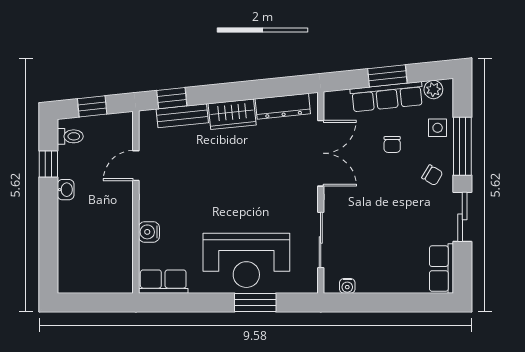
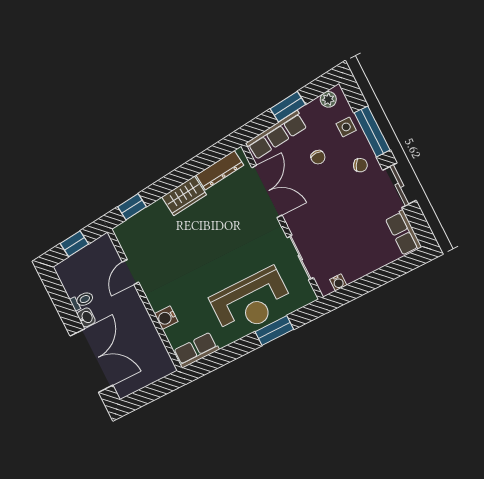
row of seats: (387, 97) -> (277, 135), moved
bench: (182, 116) -> (147, 216), removed
toilet: (70, 136) -> (82, 300), moved
window: (48, 164) -> (63, 305), removed
double door: (48, 237) -> (91, 361), added

